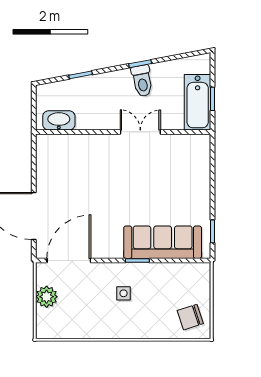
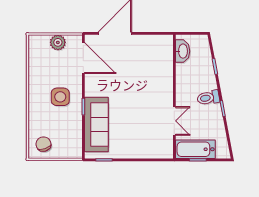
toilet: (142, 81) -> (208, 98), moved
double door: (140, 132) -> (174, 121), moved
side table: (124, 293) -> (60, 97), width x1.87, depth x1.87

